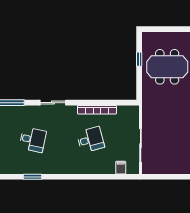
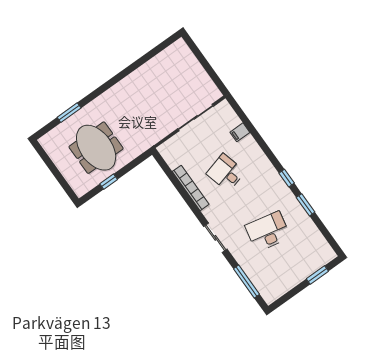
desk: (33, 140) -> (268, 232), width x1.37
filing cabinet: (121, 168) -> (240, 132), moved
window: (59, 177) -> (287, 178), added

